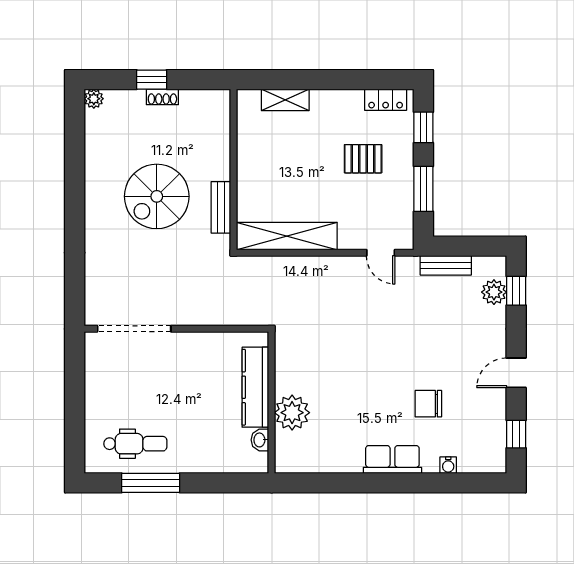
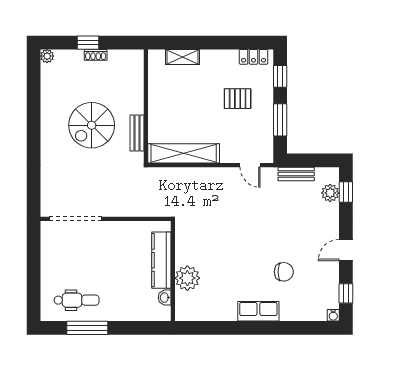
chair: (428, 404) -> (284, 272), turned 180
water cooler: (448, 465) -> (333, 315), moved

